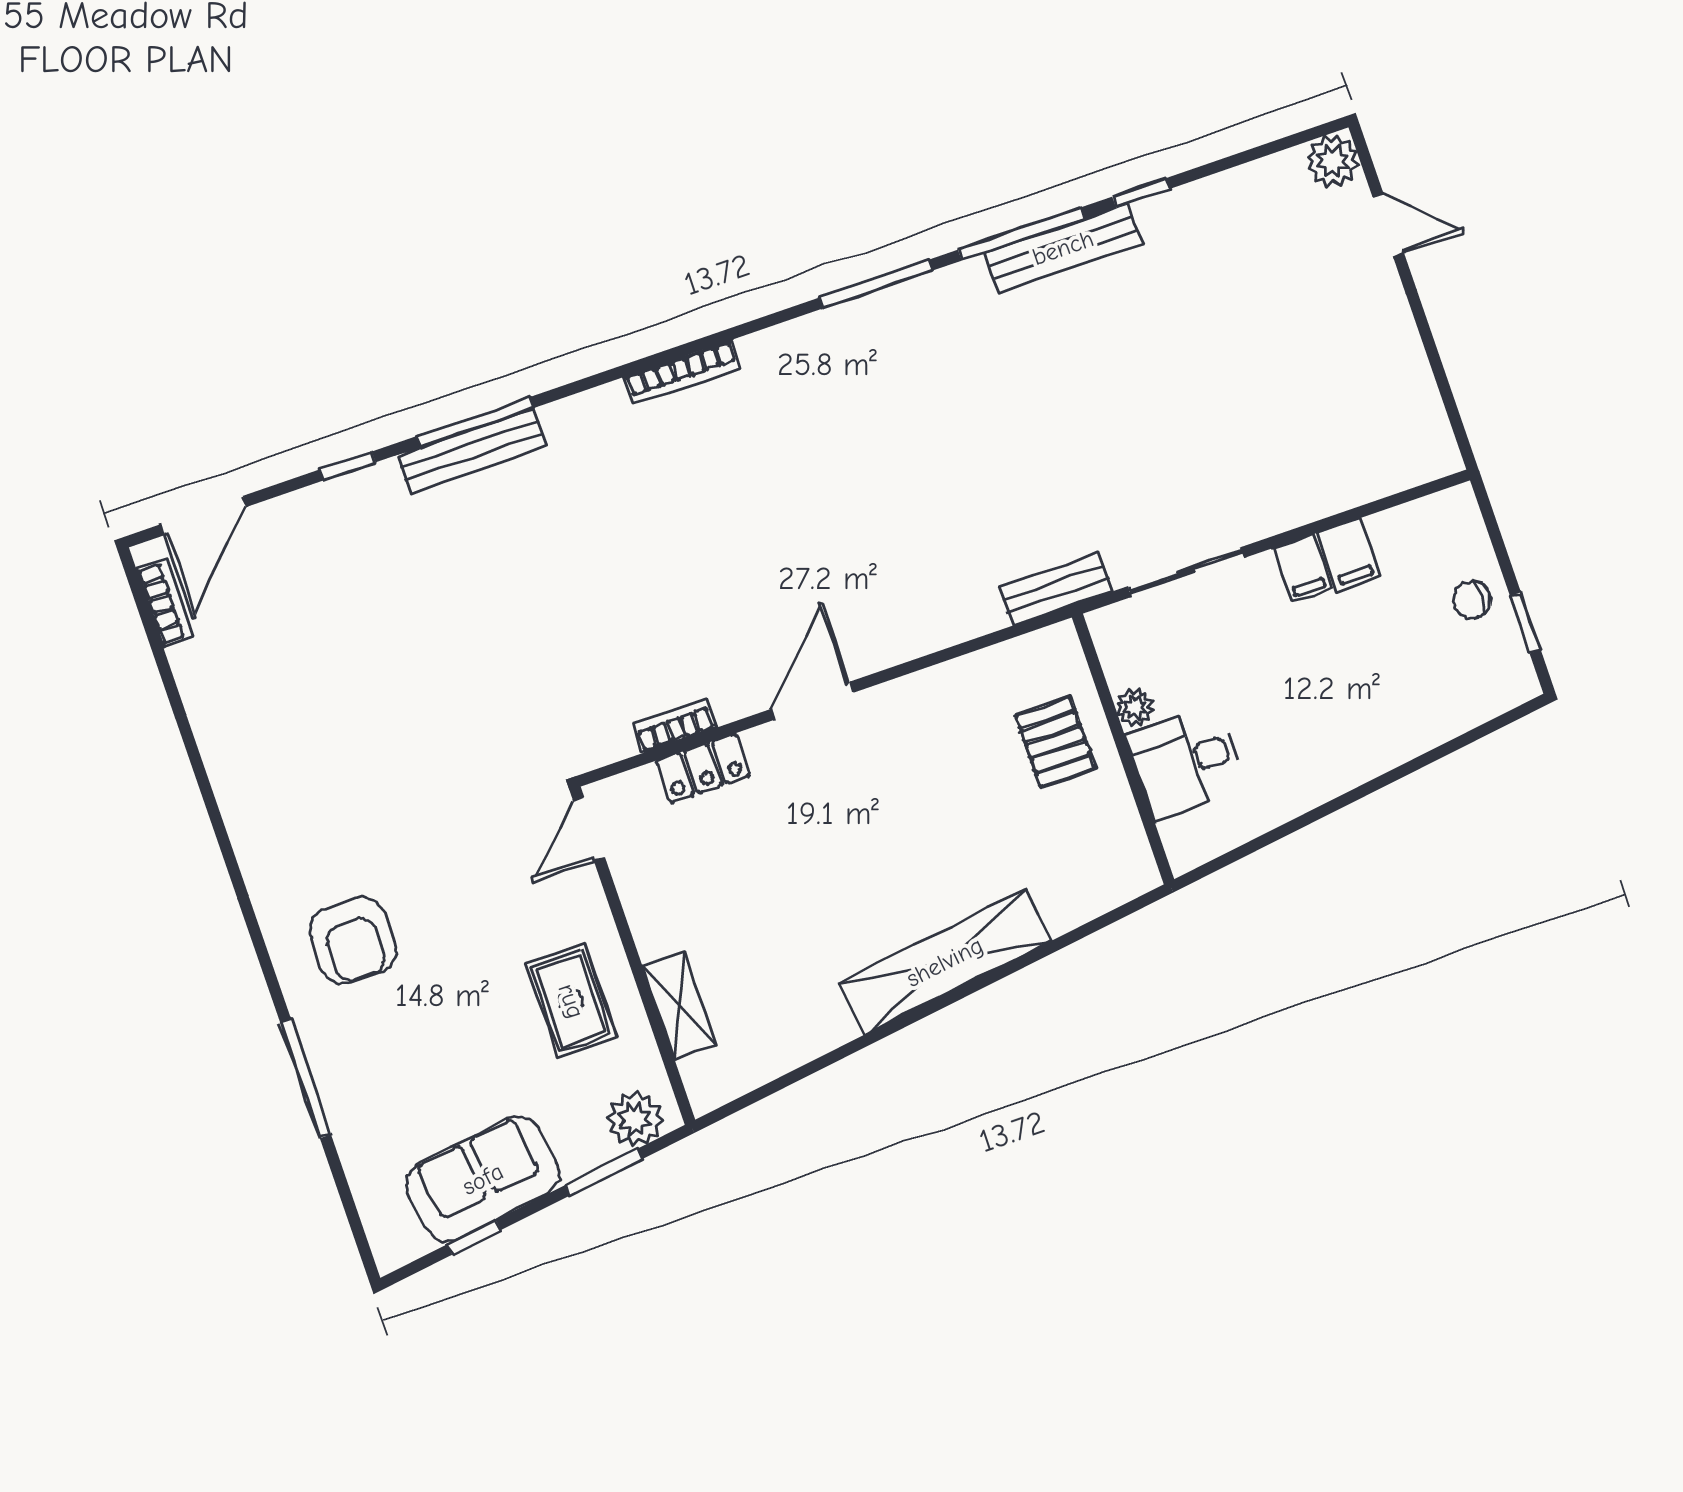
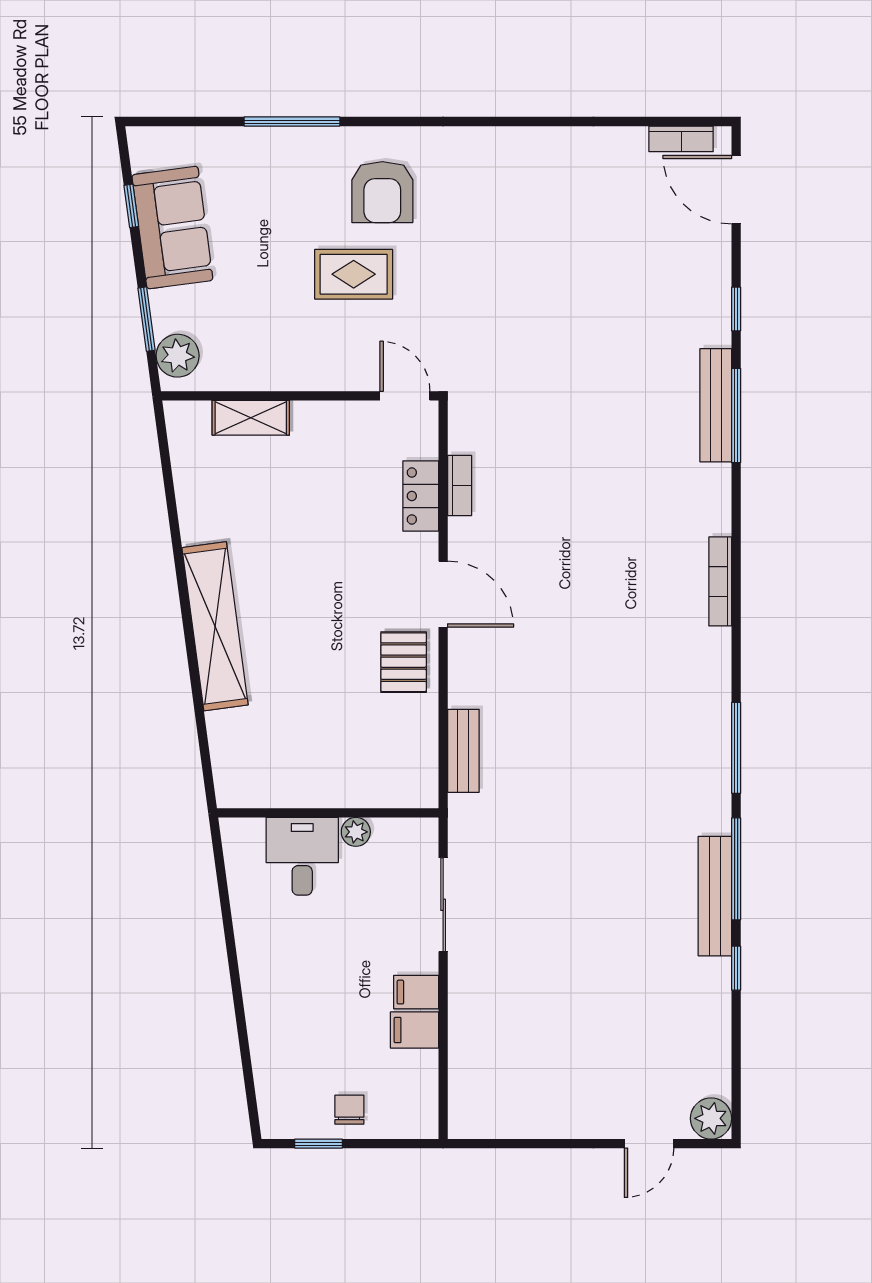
bench: (1056, 590) -> (463, 751), moved
pallet: (1055, 742) -> (404, 662), moved, turned 90
armchair: (353, 941) -> (382, 192), turned -90
rug: (571, 1001) -> (354, 274), moved

